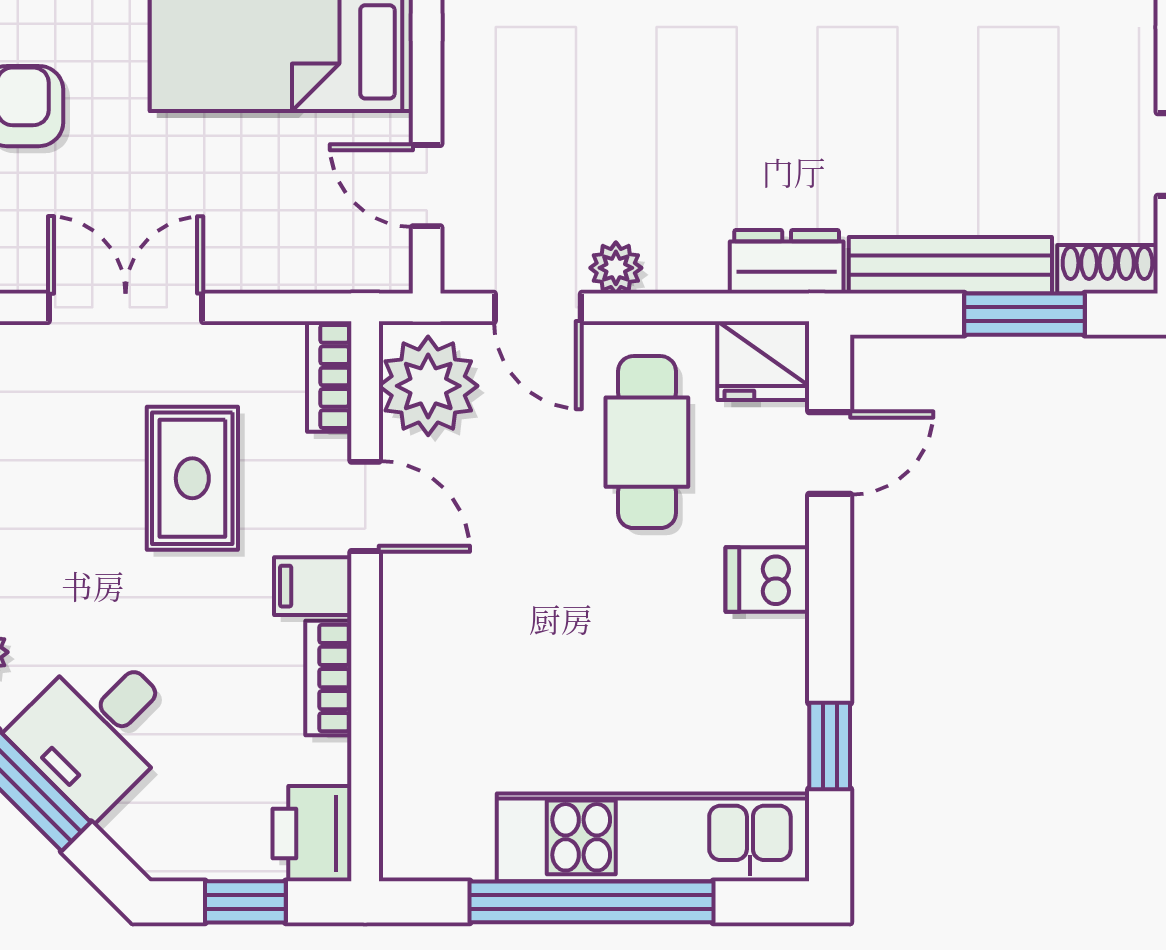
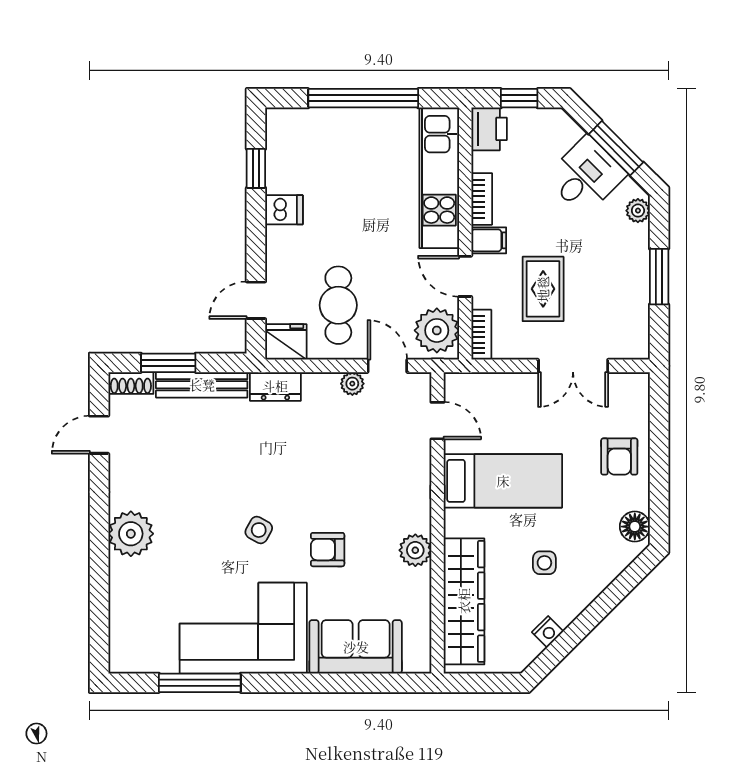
dishwasher: (767, 580) -> (284, 210), moved
kitchen unit: (653, 837) -> (439, 178), moved, turned 90

